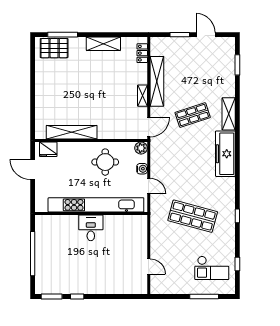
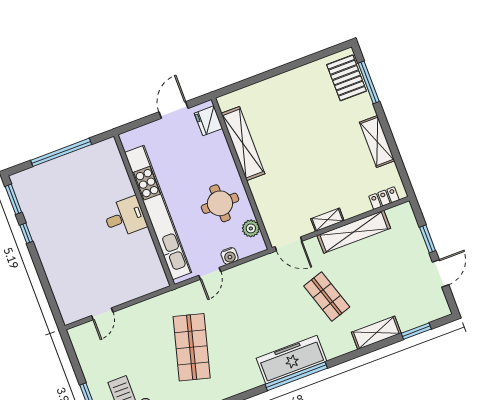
shelving: (229, 114) -> (376, 333), moved
plant: (141, 148) -> (251, 228), moved
window: (237, 155) -> (296, 376), added

